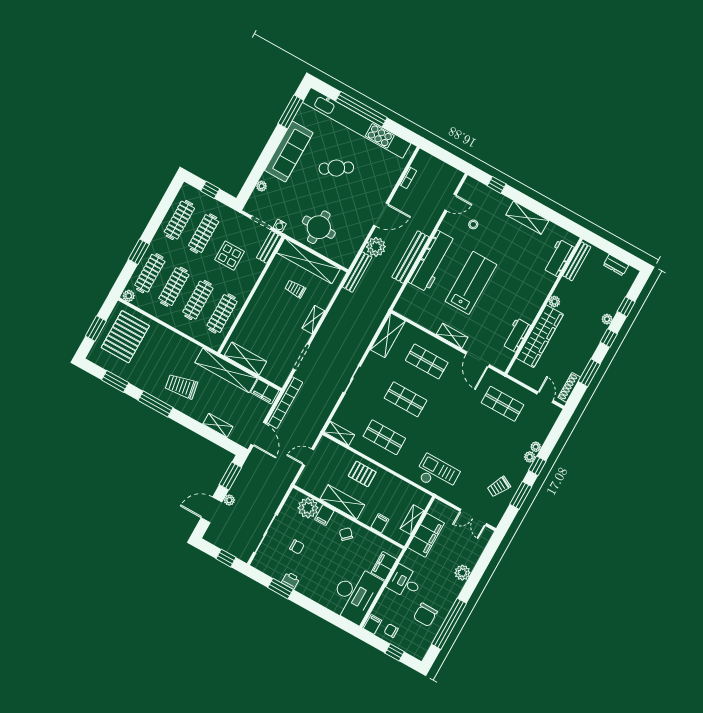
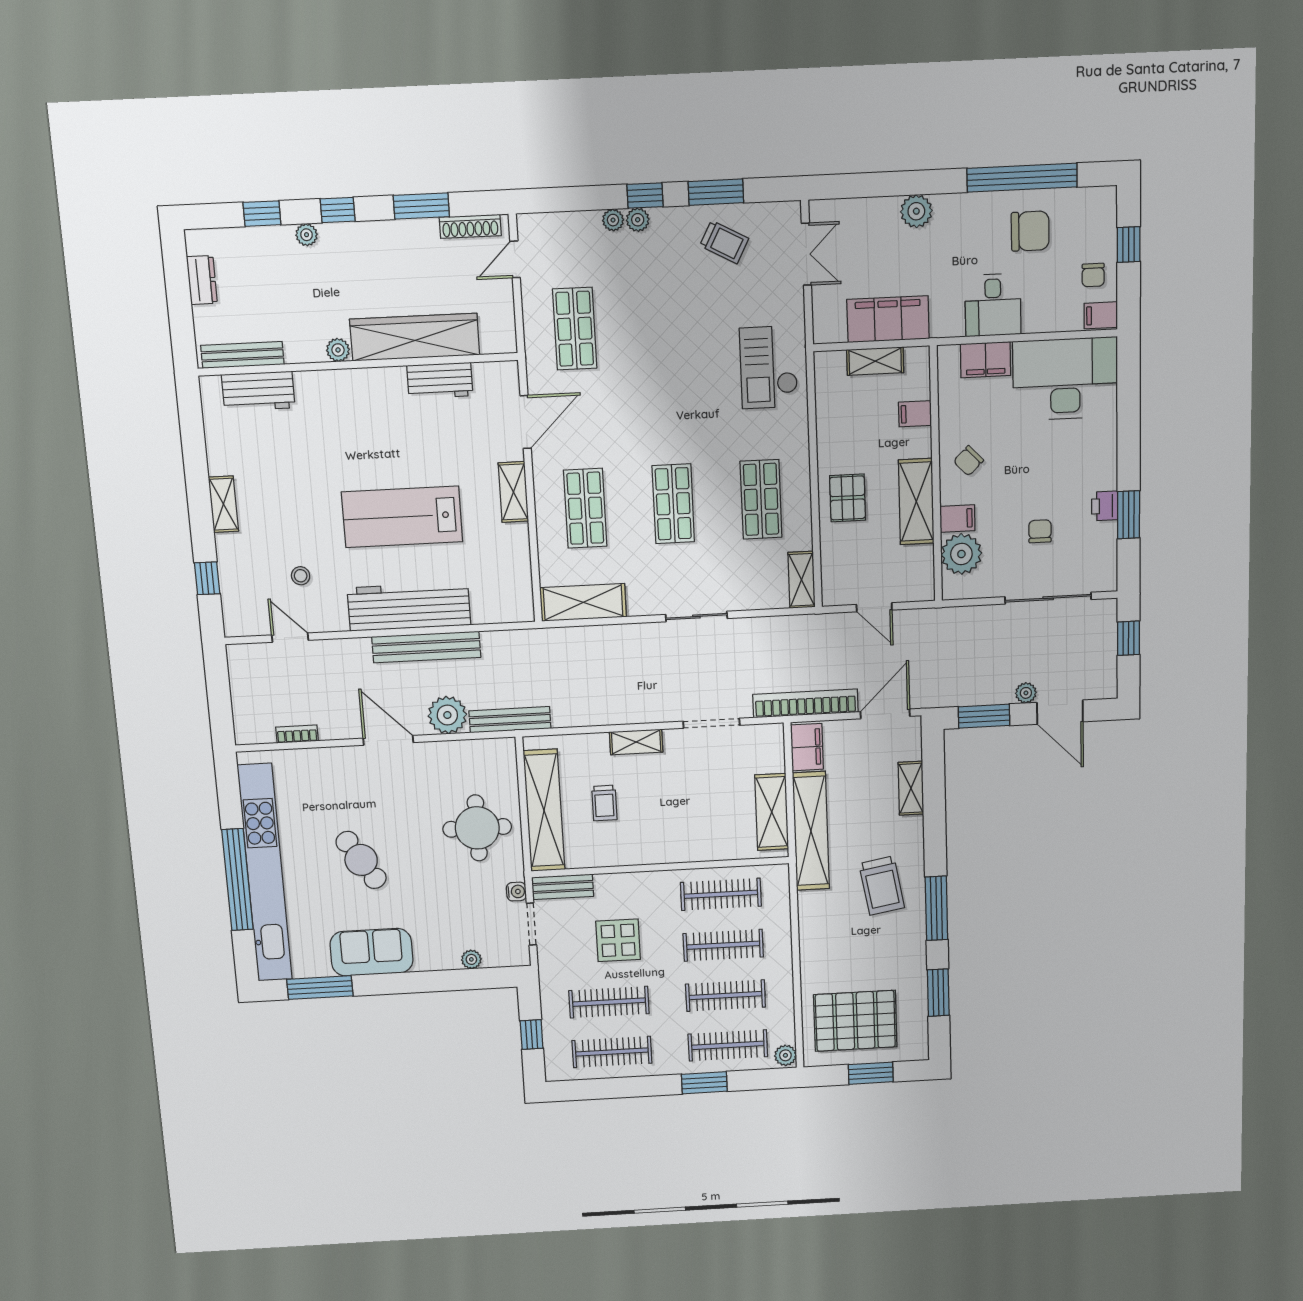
sofa: (289, 152) -> (371, 952), width x0.73
shelving: (527, 218) -> (223, 504), width x0.67, depth x0.75

